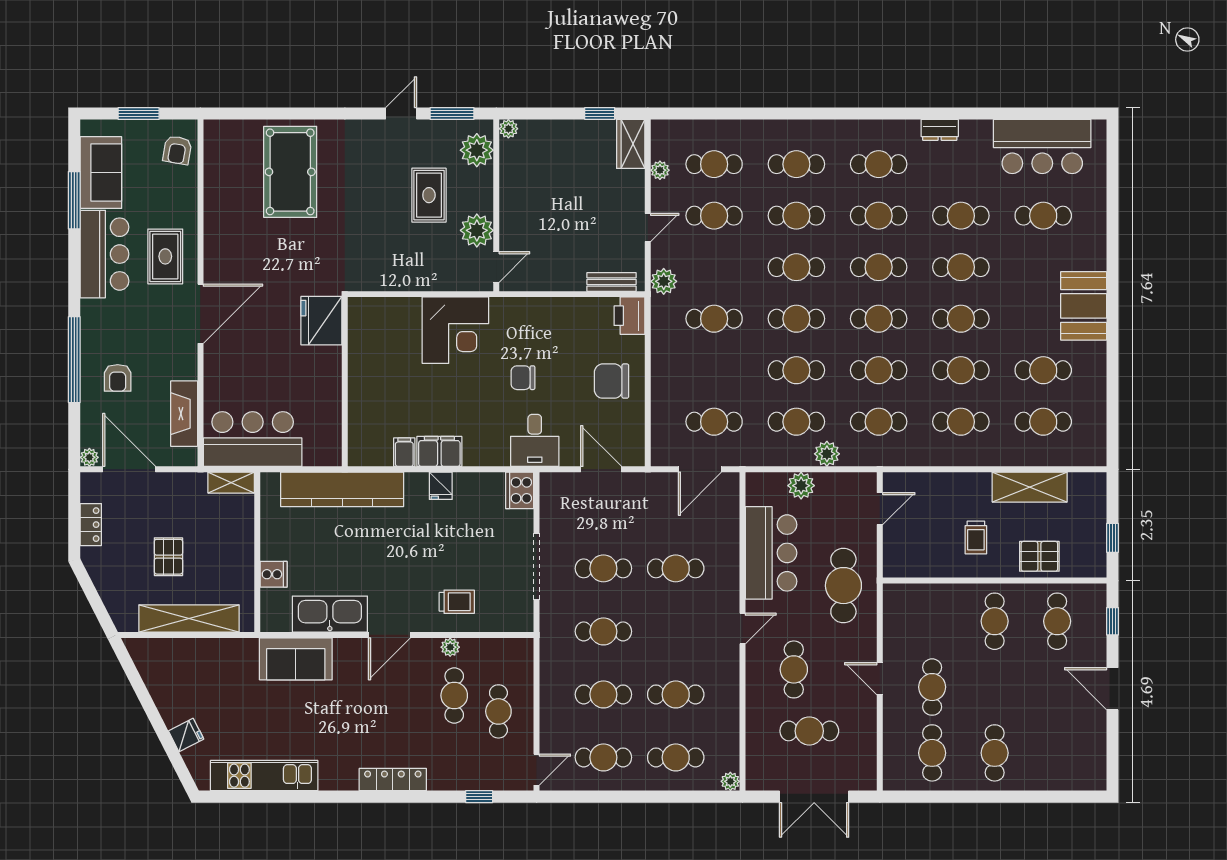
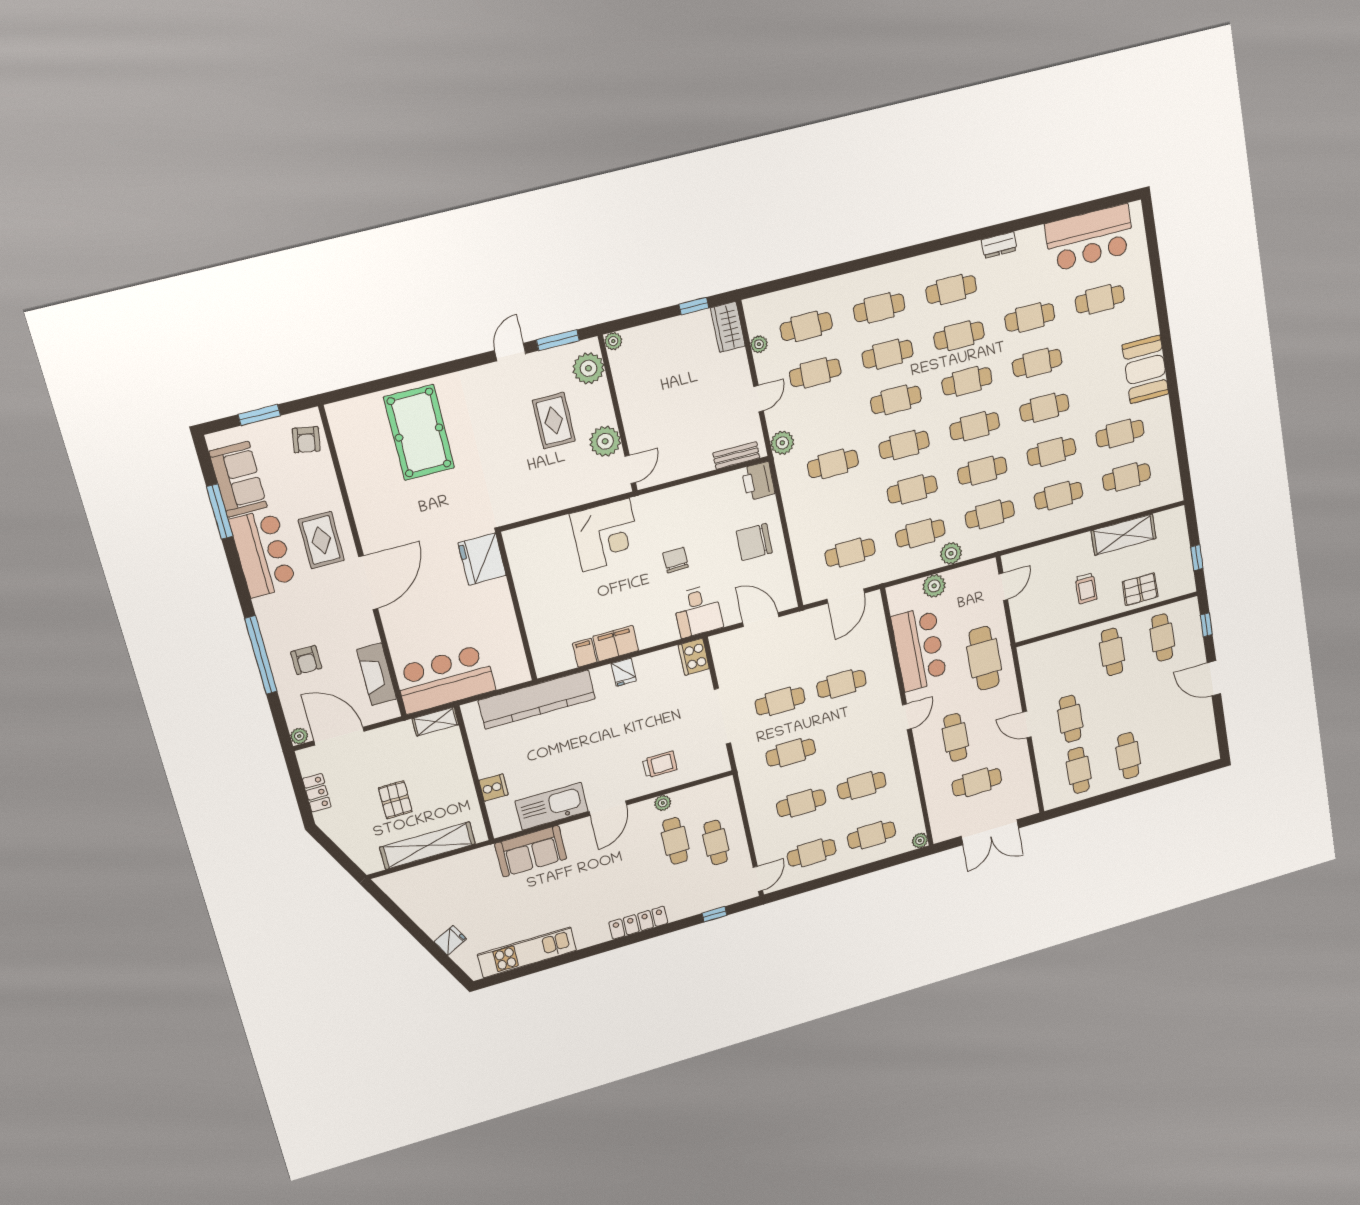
chair: (523, 378) -> (676, 560), turned 89

